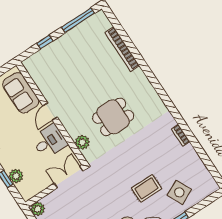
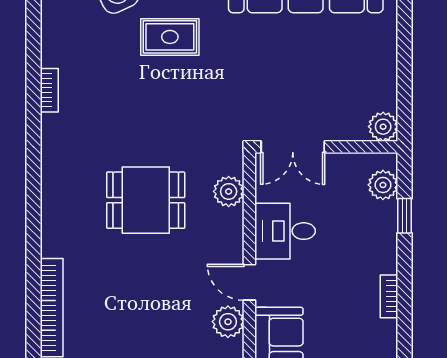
plant: (48, 90) -> (228, 322), added
door: (50, 111) -> (249, 282), swing flipped
plant: (16, 176) -> (383, 185), moved

